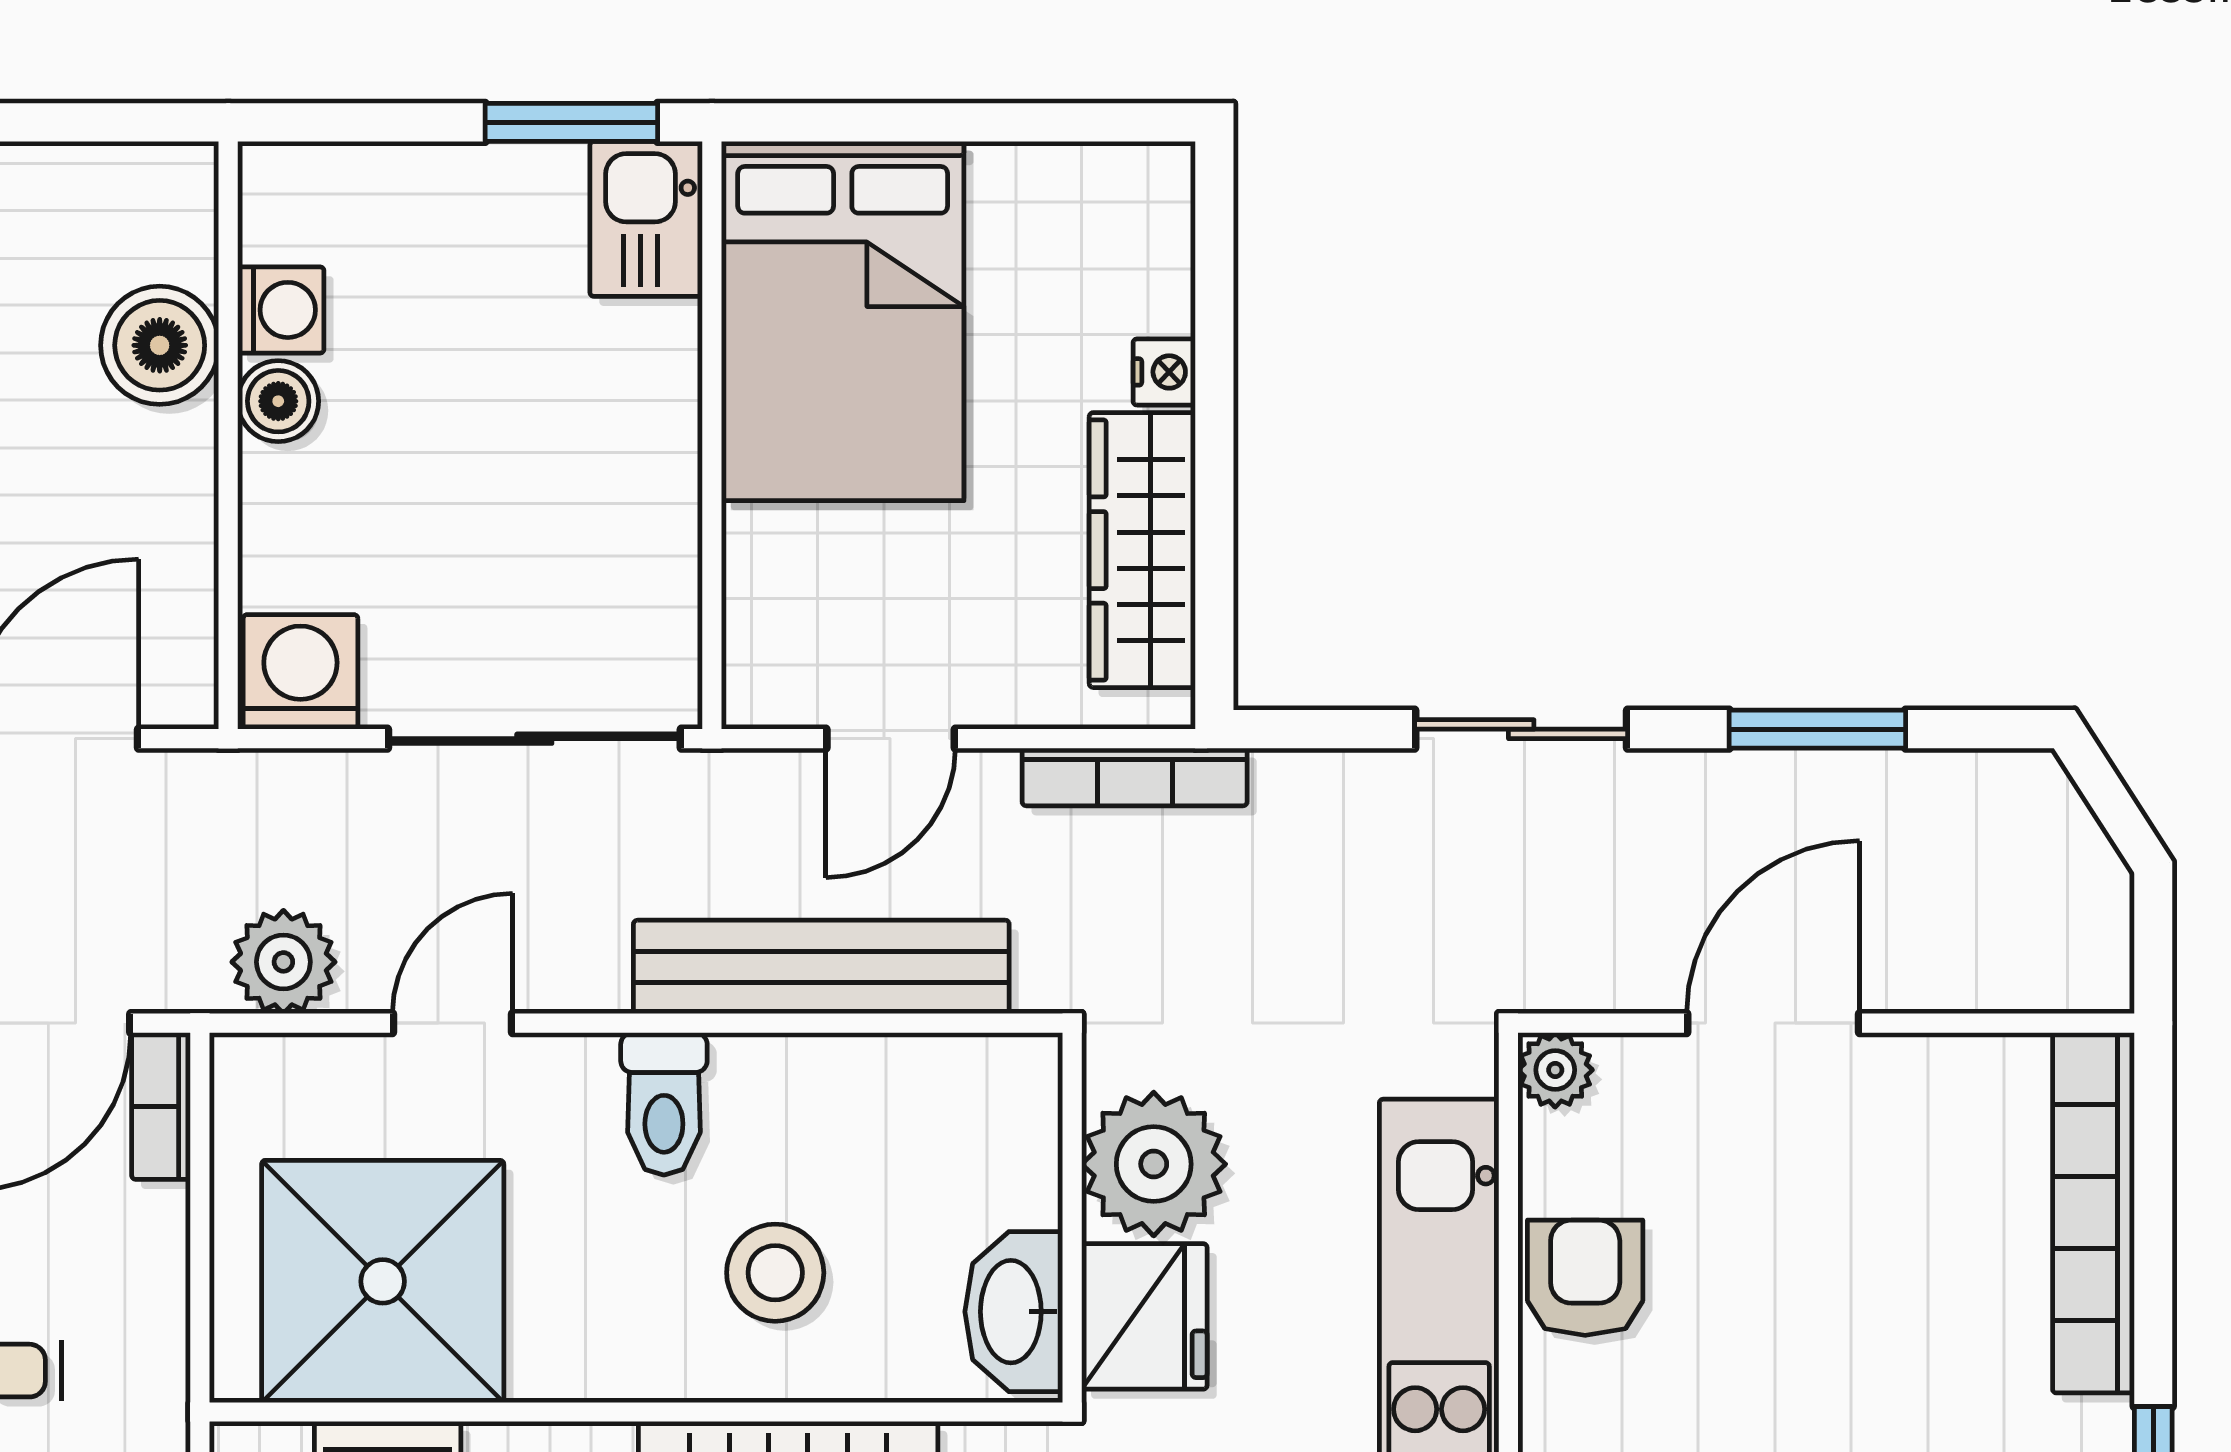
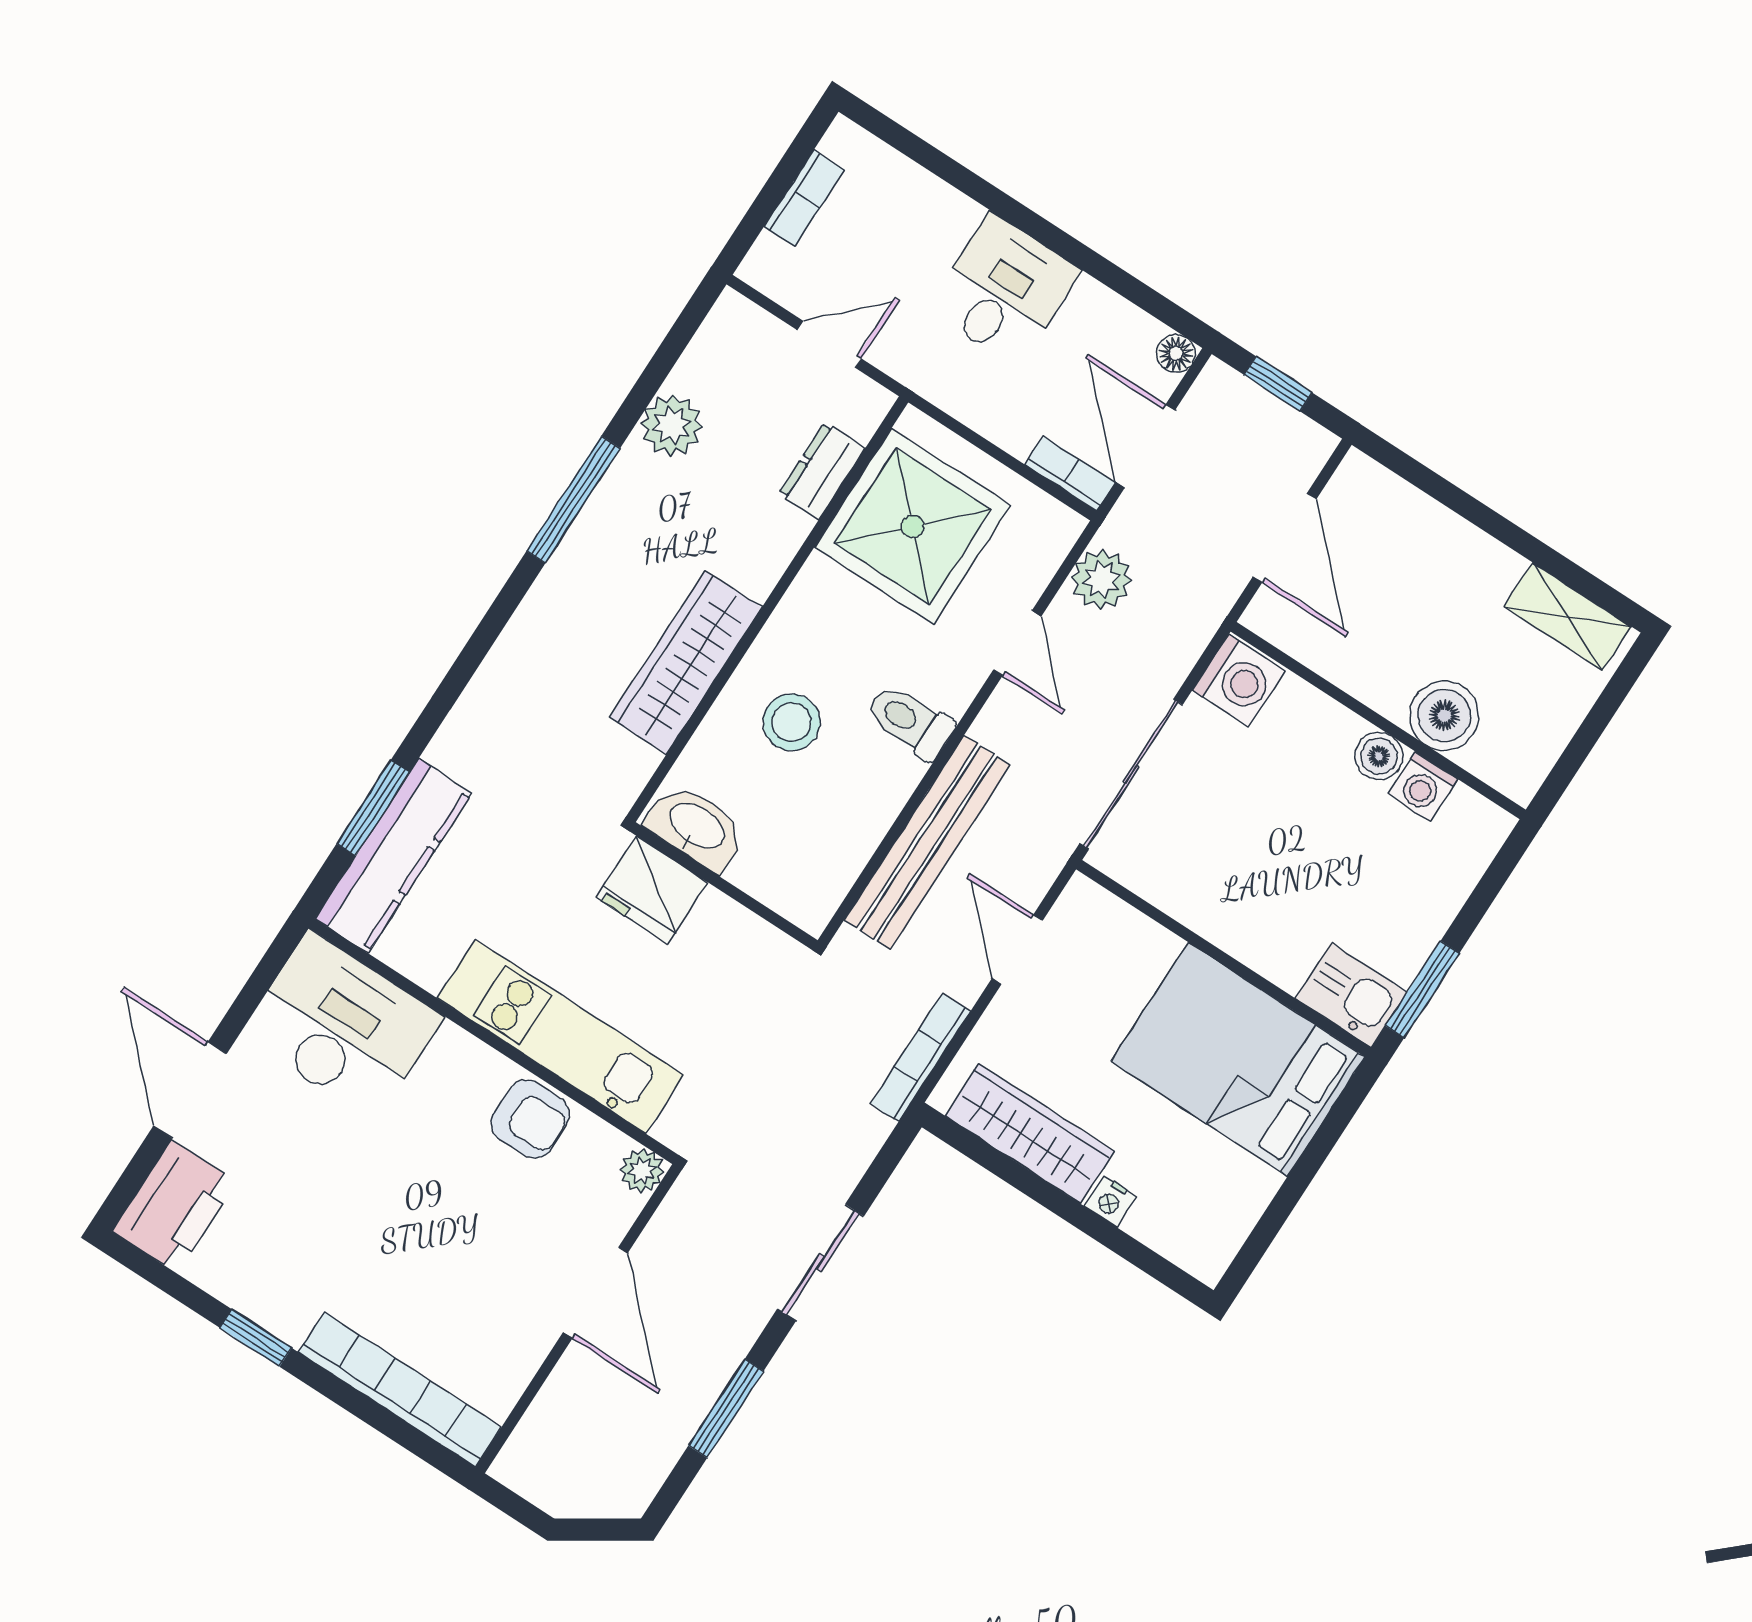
plant: (1154, 1164) -> (724, 943), removed

